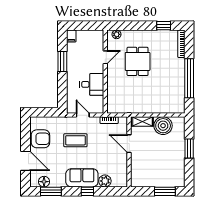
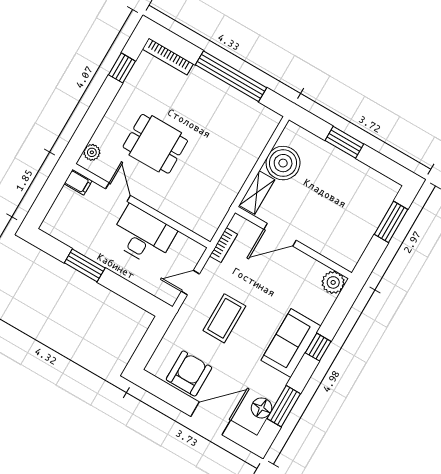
filing cabinet: (71, 36) -> (78, 182), moved
desk: (92, 84) -> (143, 236), width x1.37
plant: (105, 181) -> (333, 282), moved

